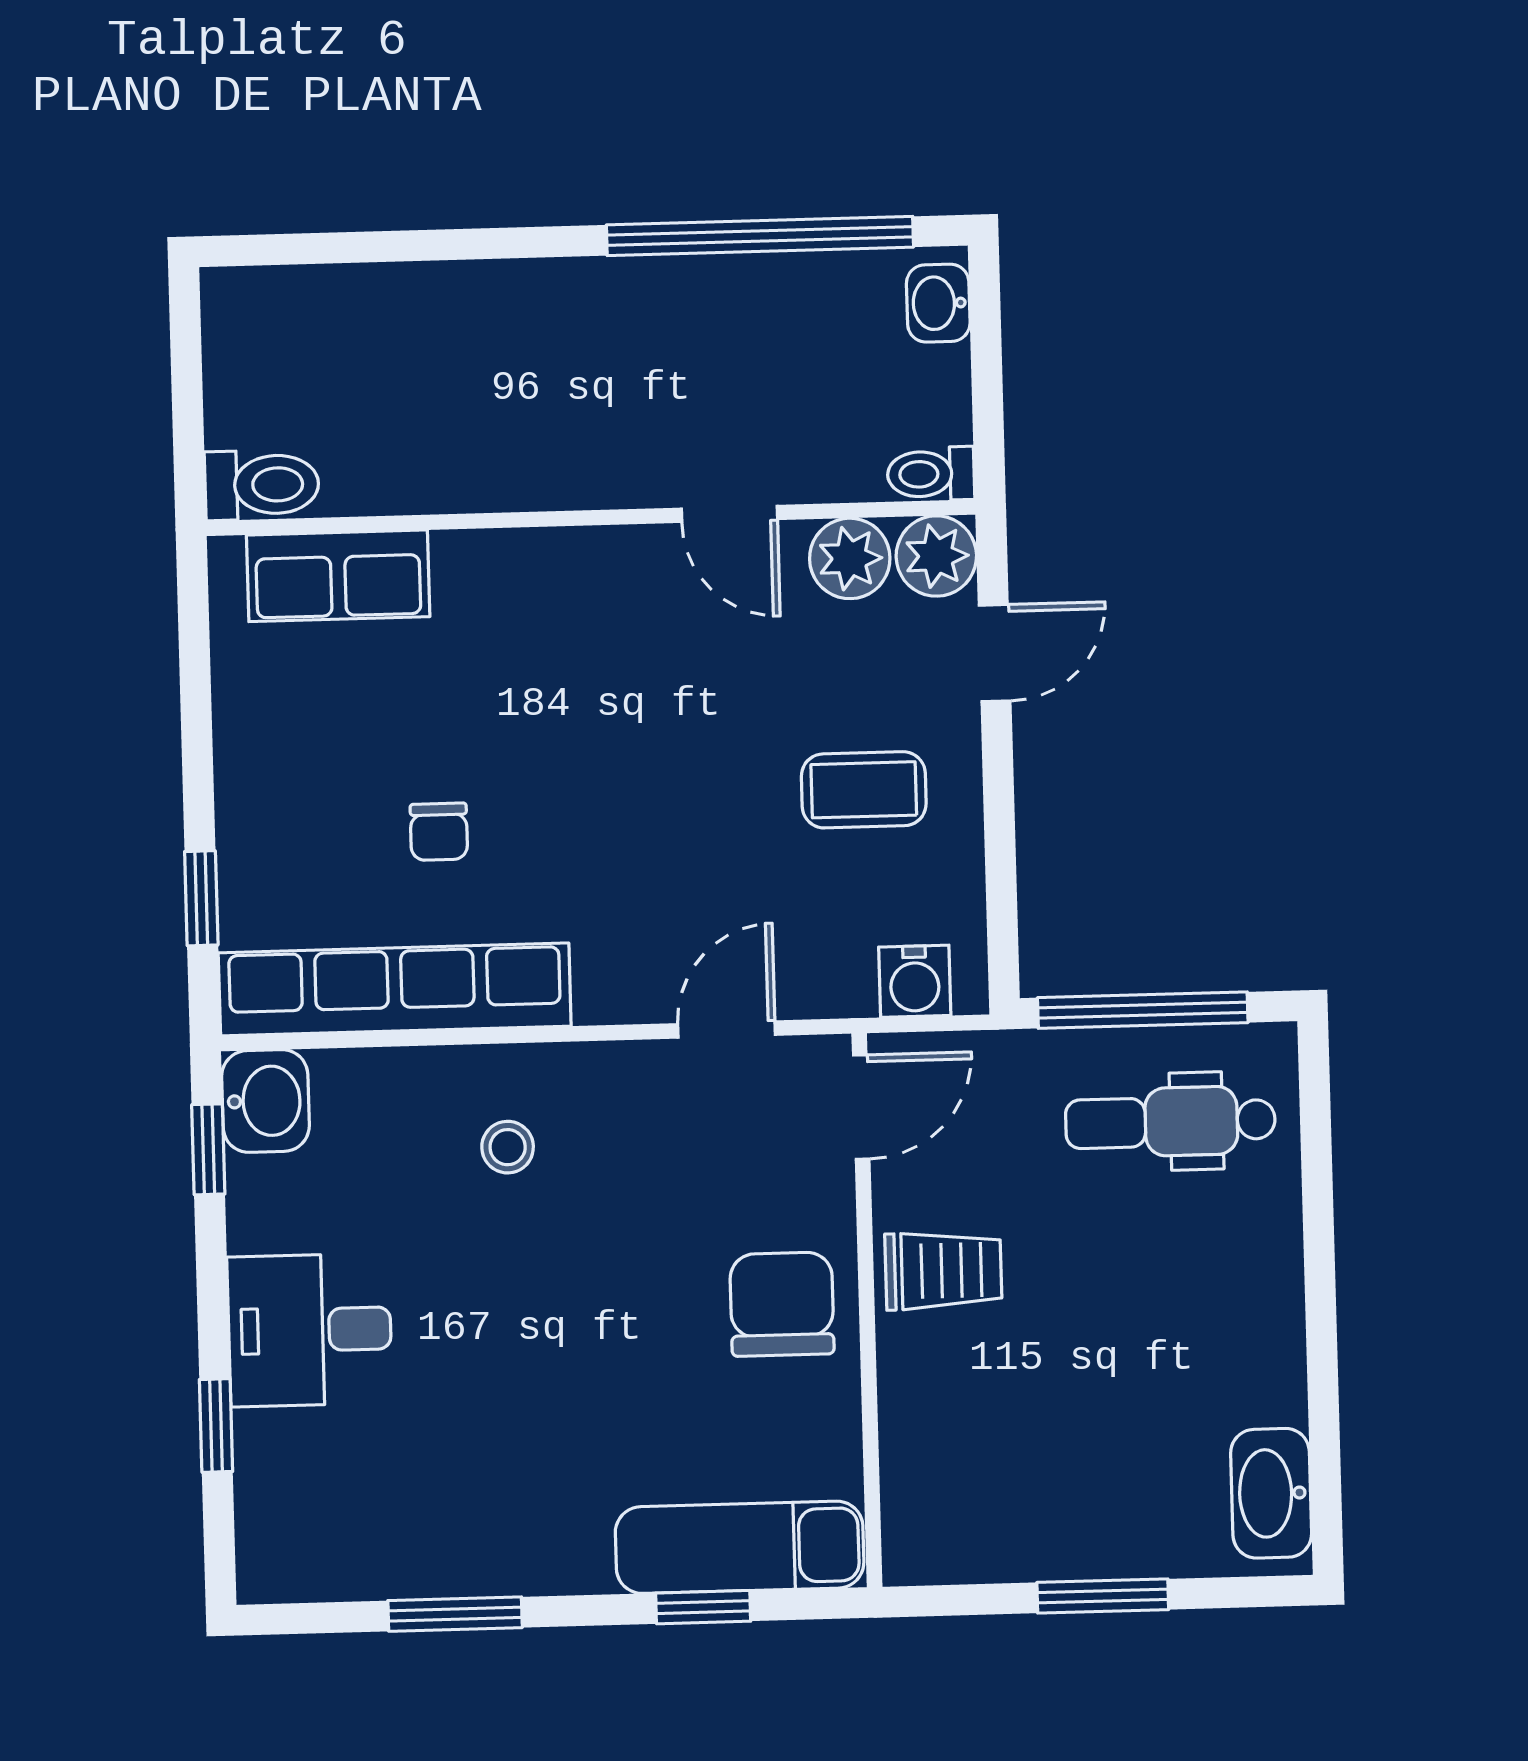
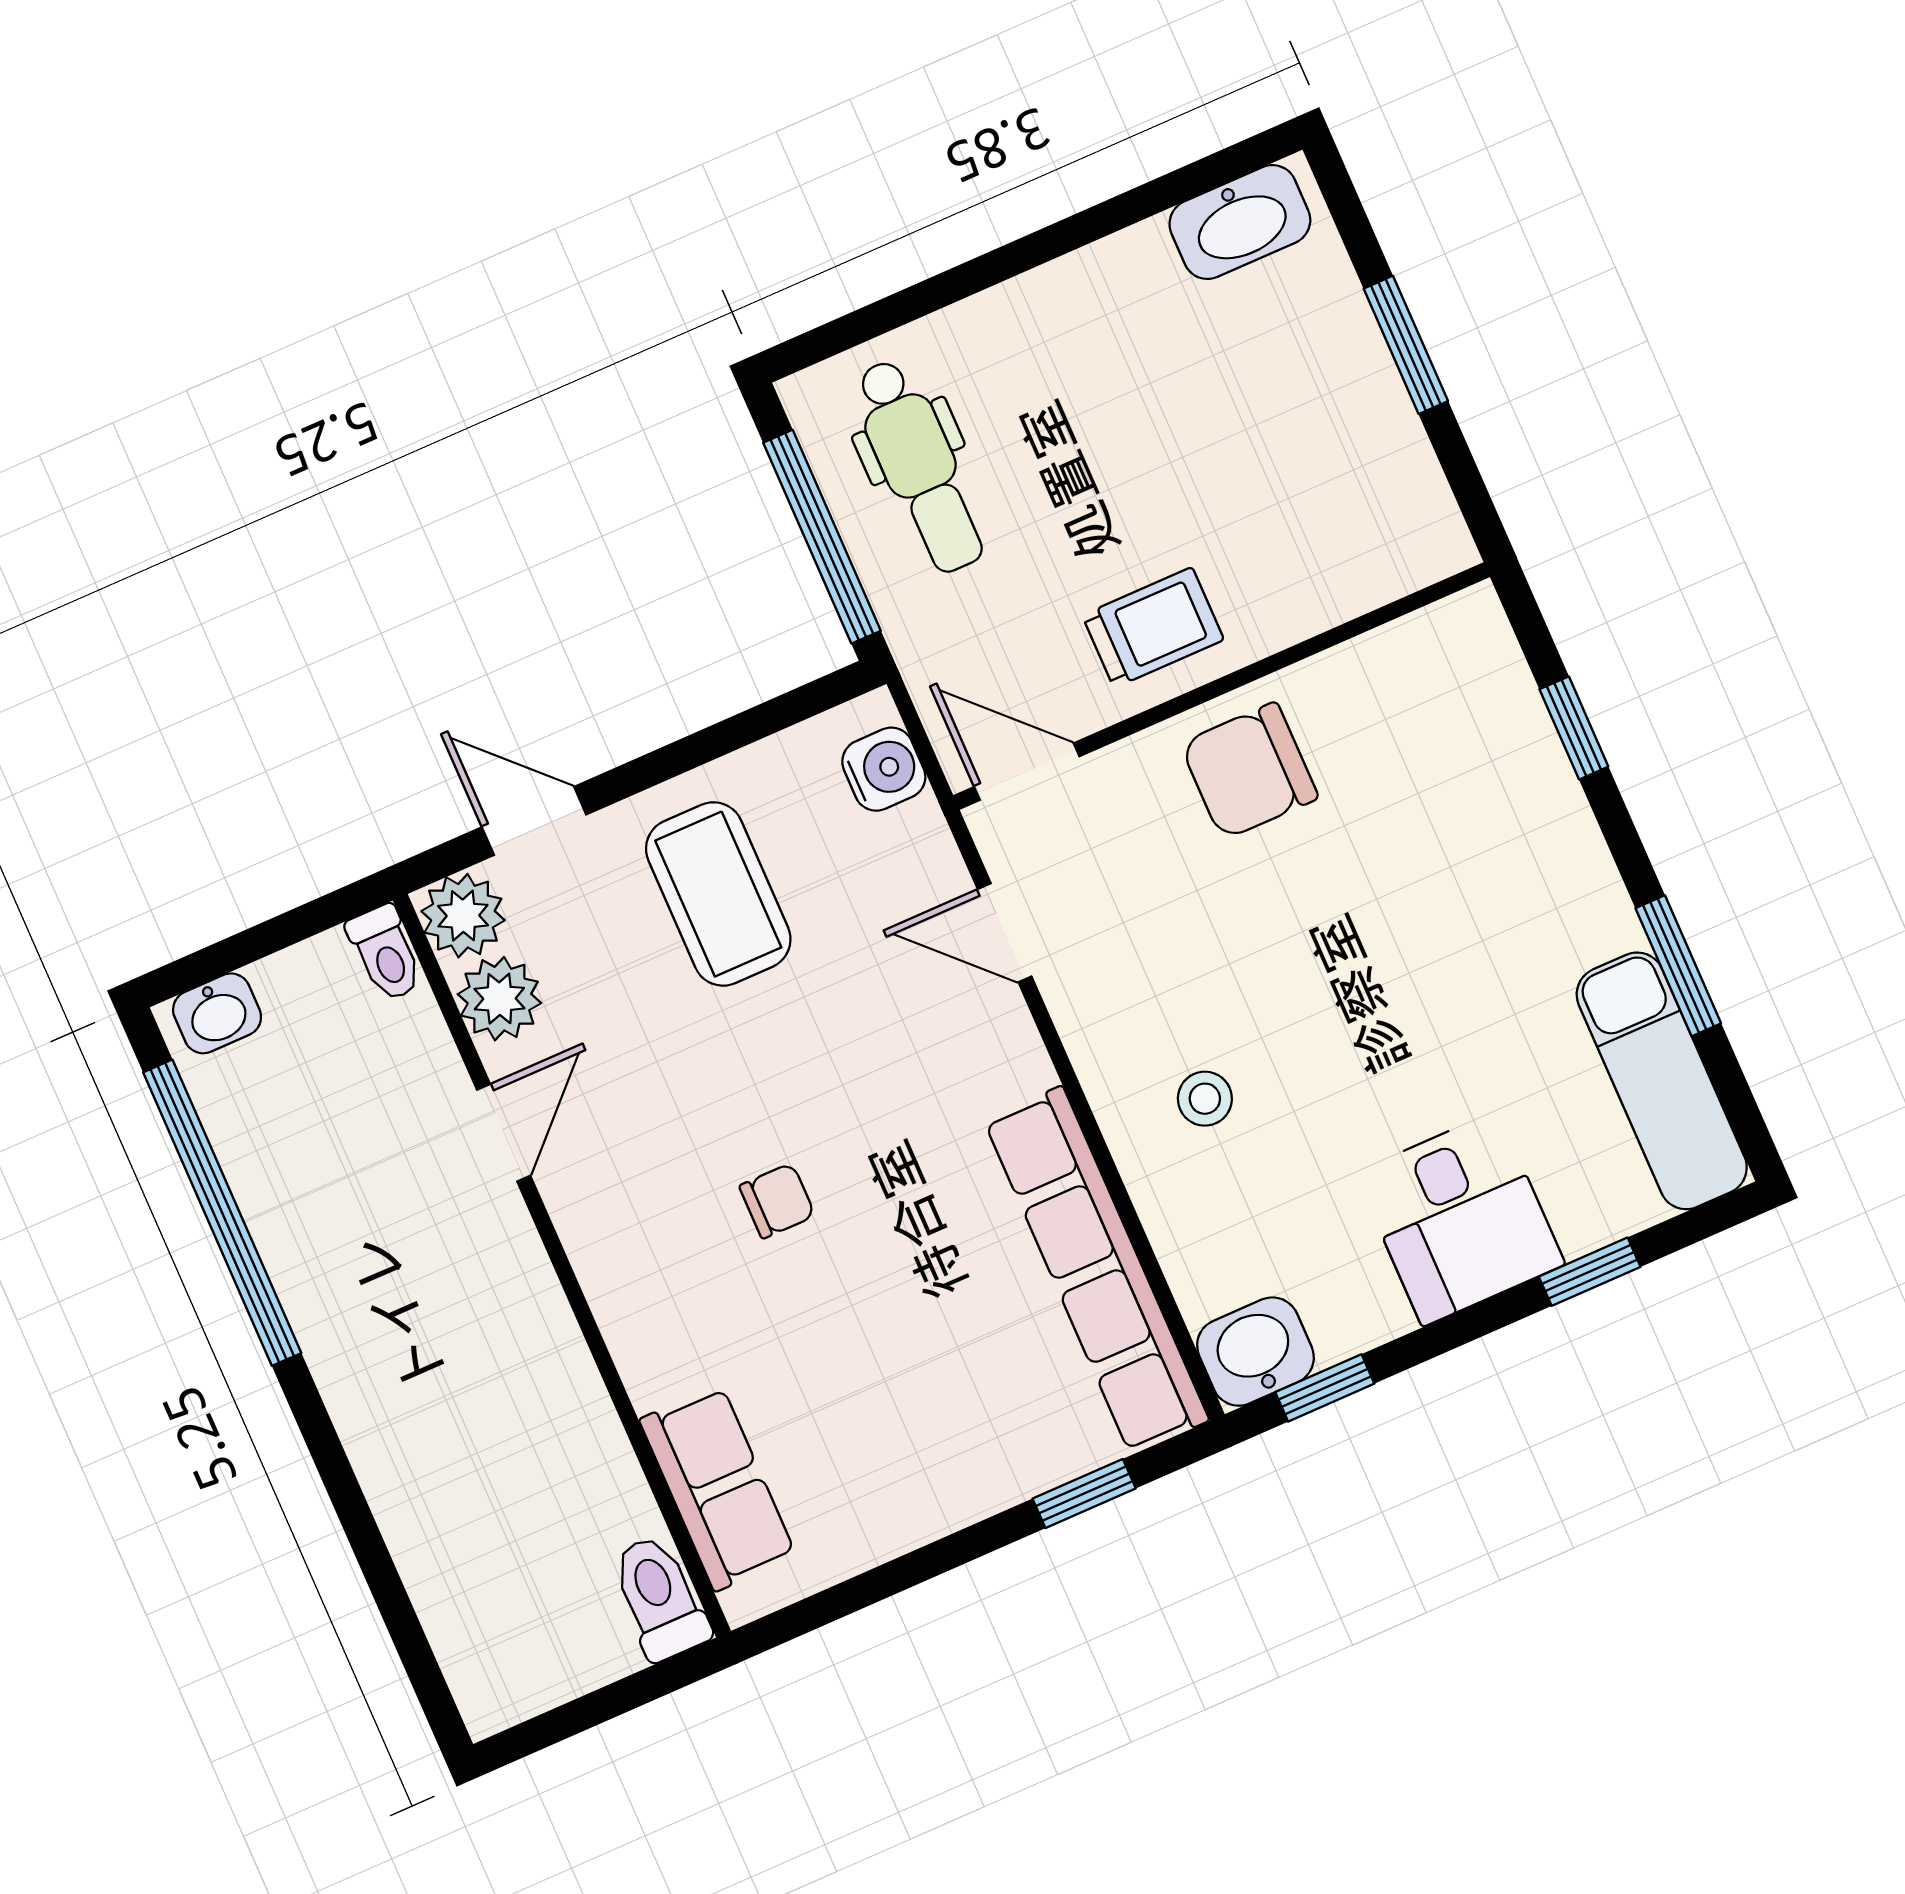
coffee table: (864, 790) -> (718, 894), width x1.36, depth x1.30
chair: (439, 832) -> (777, 1201), moved
trolley: (943, 1271) -> (1153, 627), turned 90
exam couch: (740, 1547) -> (1662, 1081), moved

